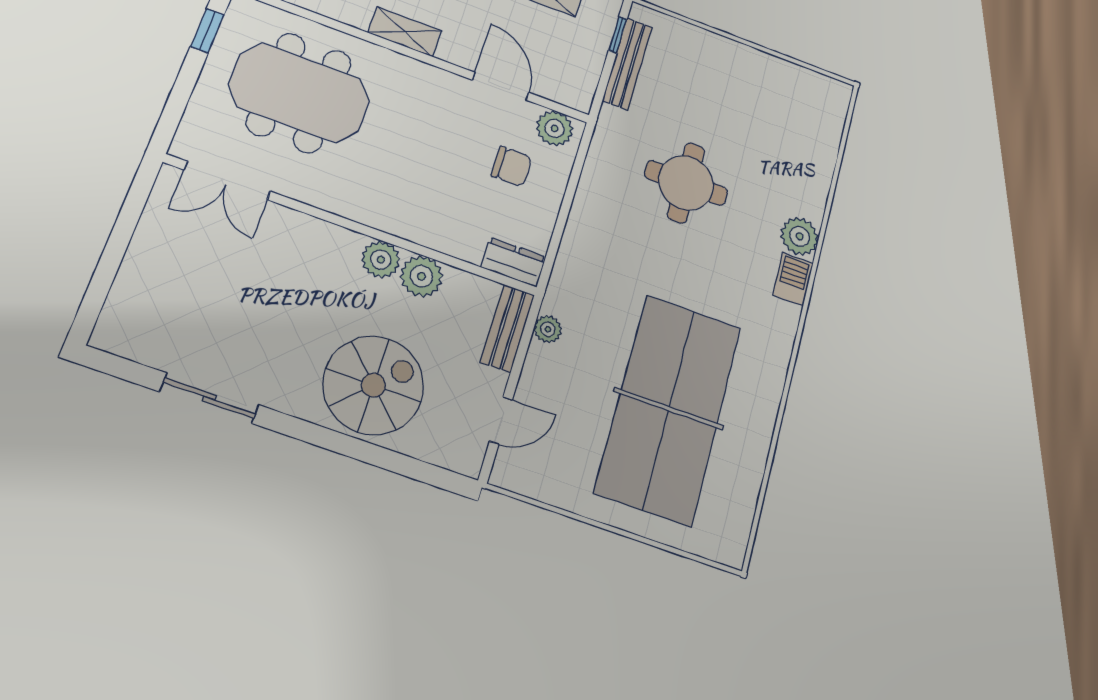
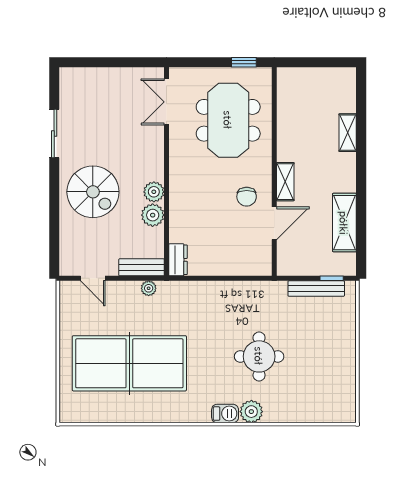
shelving: (405, 32) -> (285, 182), moved
plant: (555, 128) -> (261, 259), removed
chair: (512, 166) -> (247, 197), moved
round table: (686, 183) -> (259, 356), moved
spiral stairs: (373, 385) -> (93, 192), moved

